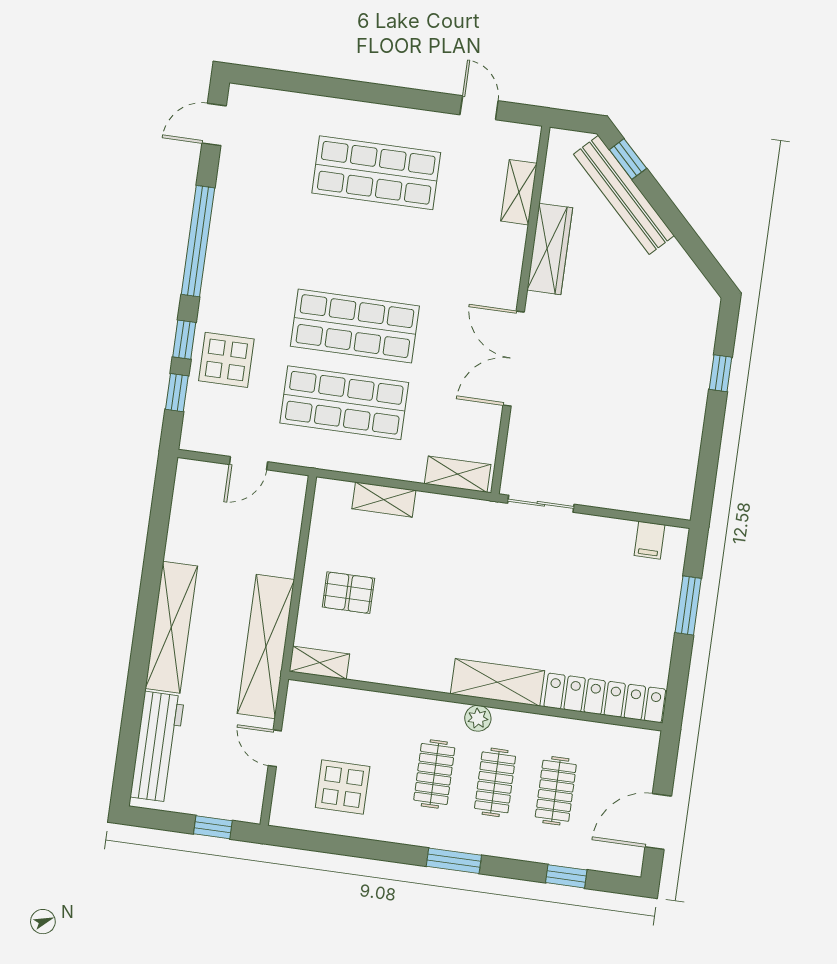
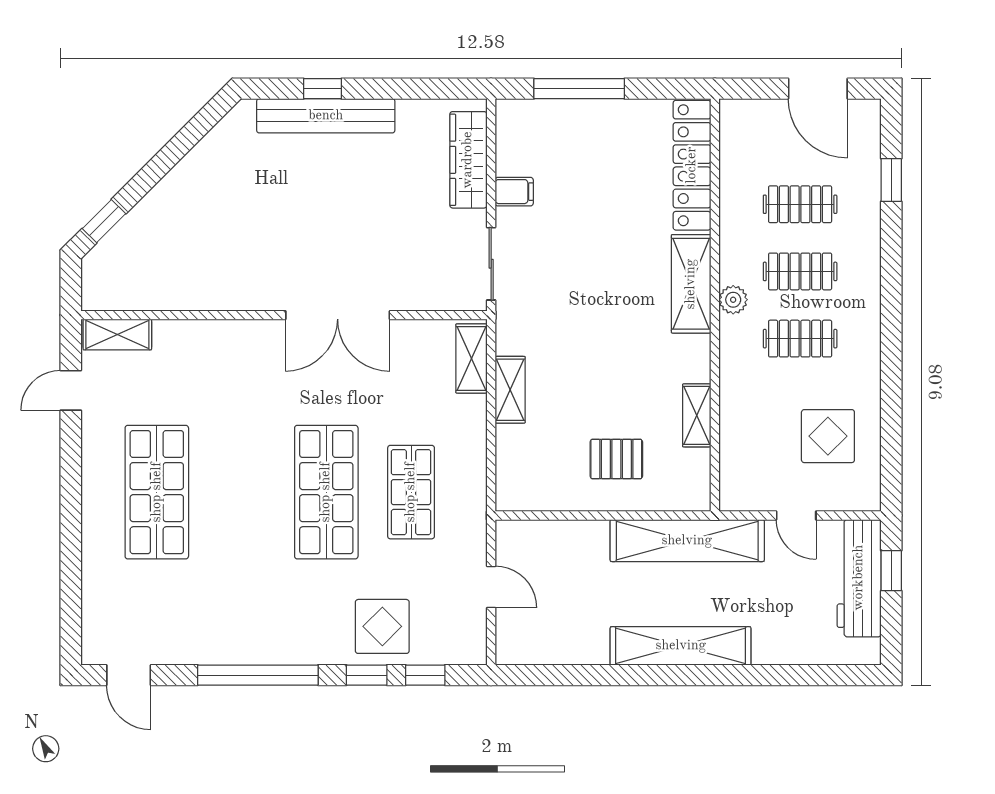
shelving: (519, 192) -> (117, 334), moved
bench: (624, 195) -> (326, 116), moved, turned 45
wardrobe: (550, 249) -> (468, 160), moved, turned -90
shop shelf: (344, 403) -> (411, 492), width x0.70, depth x0.74
shelving: (384, 500) -> (510, 390), moved
filing cabinet: (650, 540) -> (514, 192), moved
pallet: (348, 593) -> (616, 459), turned 90
window: (688, 606) -> (579, 89), width x1.44
shelving: (319, 663) -> (697, 415), moved
workbench: (157, 747) -> (859, 578), moved, turned -90
door: (275, 748) -> (796, 515), hinge flipped
window: (454, 861) -> (891, 304), removed

